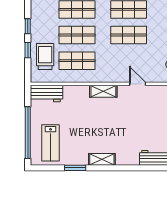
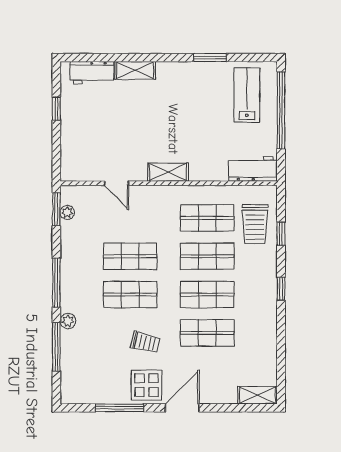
window: (28, 26) -> (281, 289), moved
shelving: (102, 159) -> (135, 70), moved

